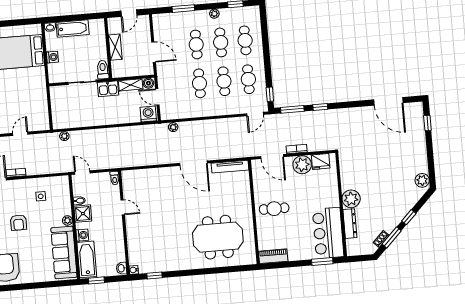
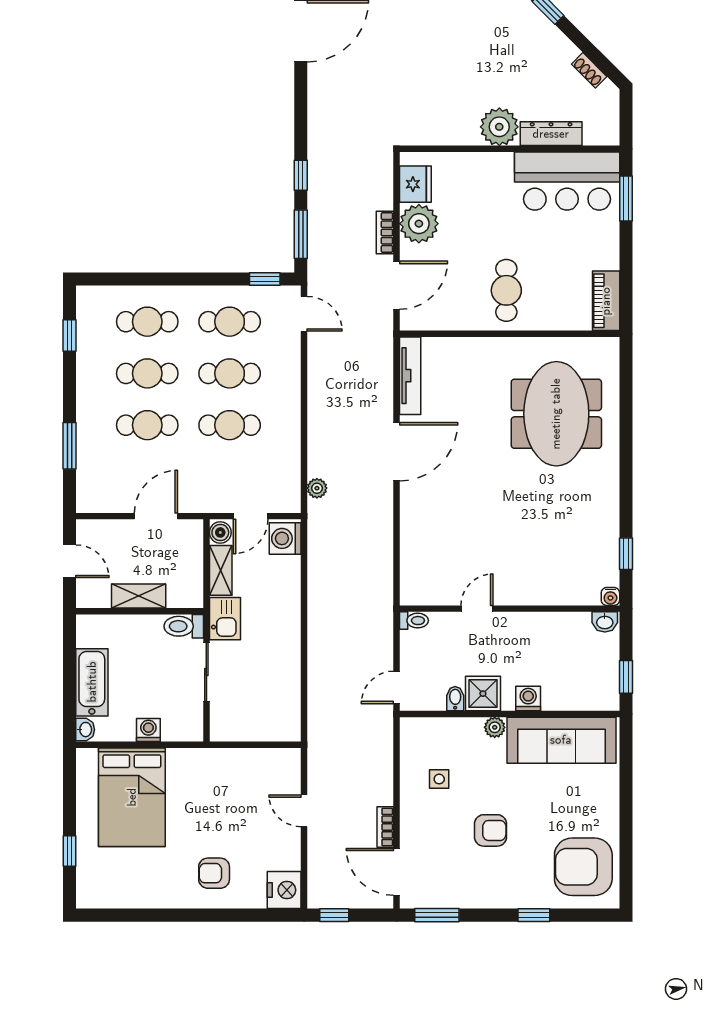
plant: (214, 14) -> (86, 382), removed
plant: (64, 136) -> (317, 719), removed
window: (392, 238) -> (588, 48), removed
bathtub: (87, 259) -> (580, 693), removed

